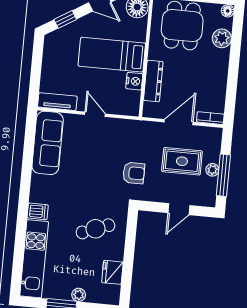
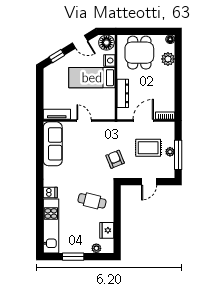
nightstand: (134, 81) -> (109, 60), moved
armchair: (134, 173) -> (115, 159), turned -112
cafe table: (95, 229) -> (92, 201), turned 35
plant: (79, 295) -> (96, 248), moved

